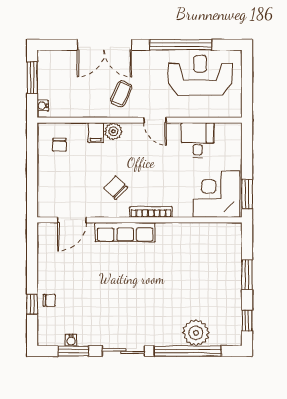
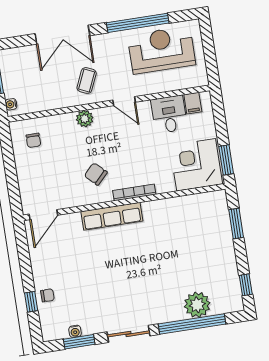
filing cabinet: (96, 133) -> (193, 103), moved
door: (72, 220) -> (43, 215), moved
window: (247, 275) -> (236, 223), moved

